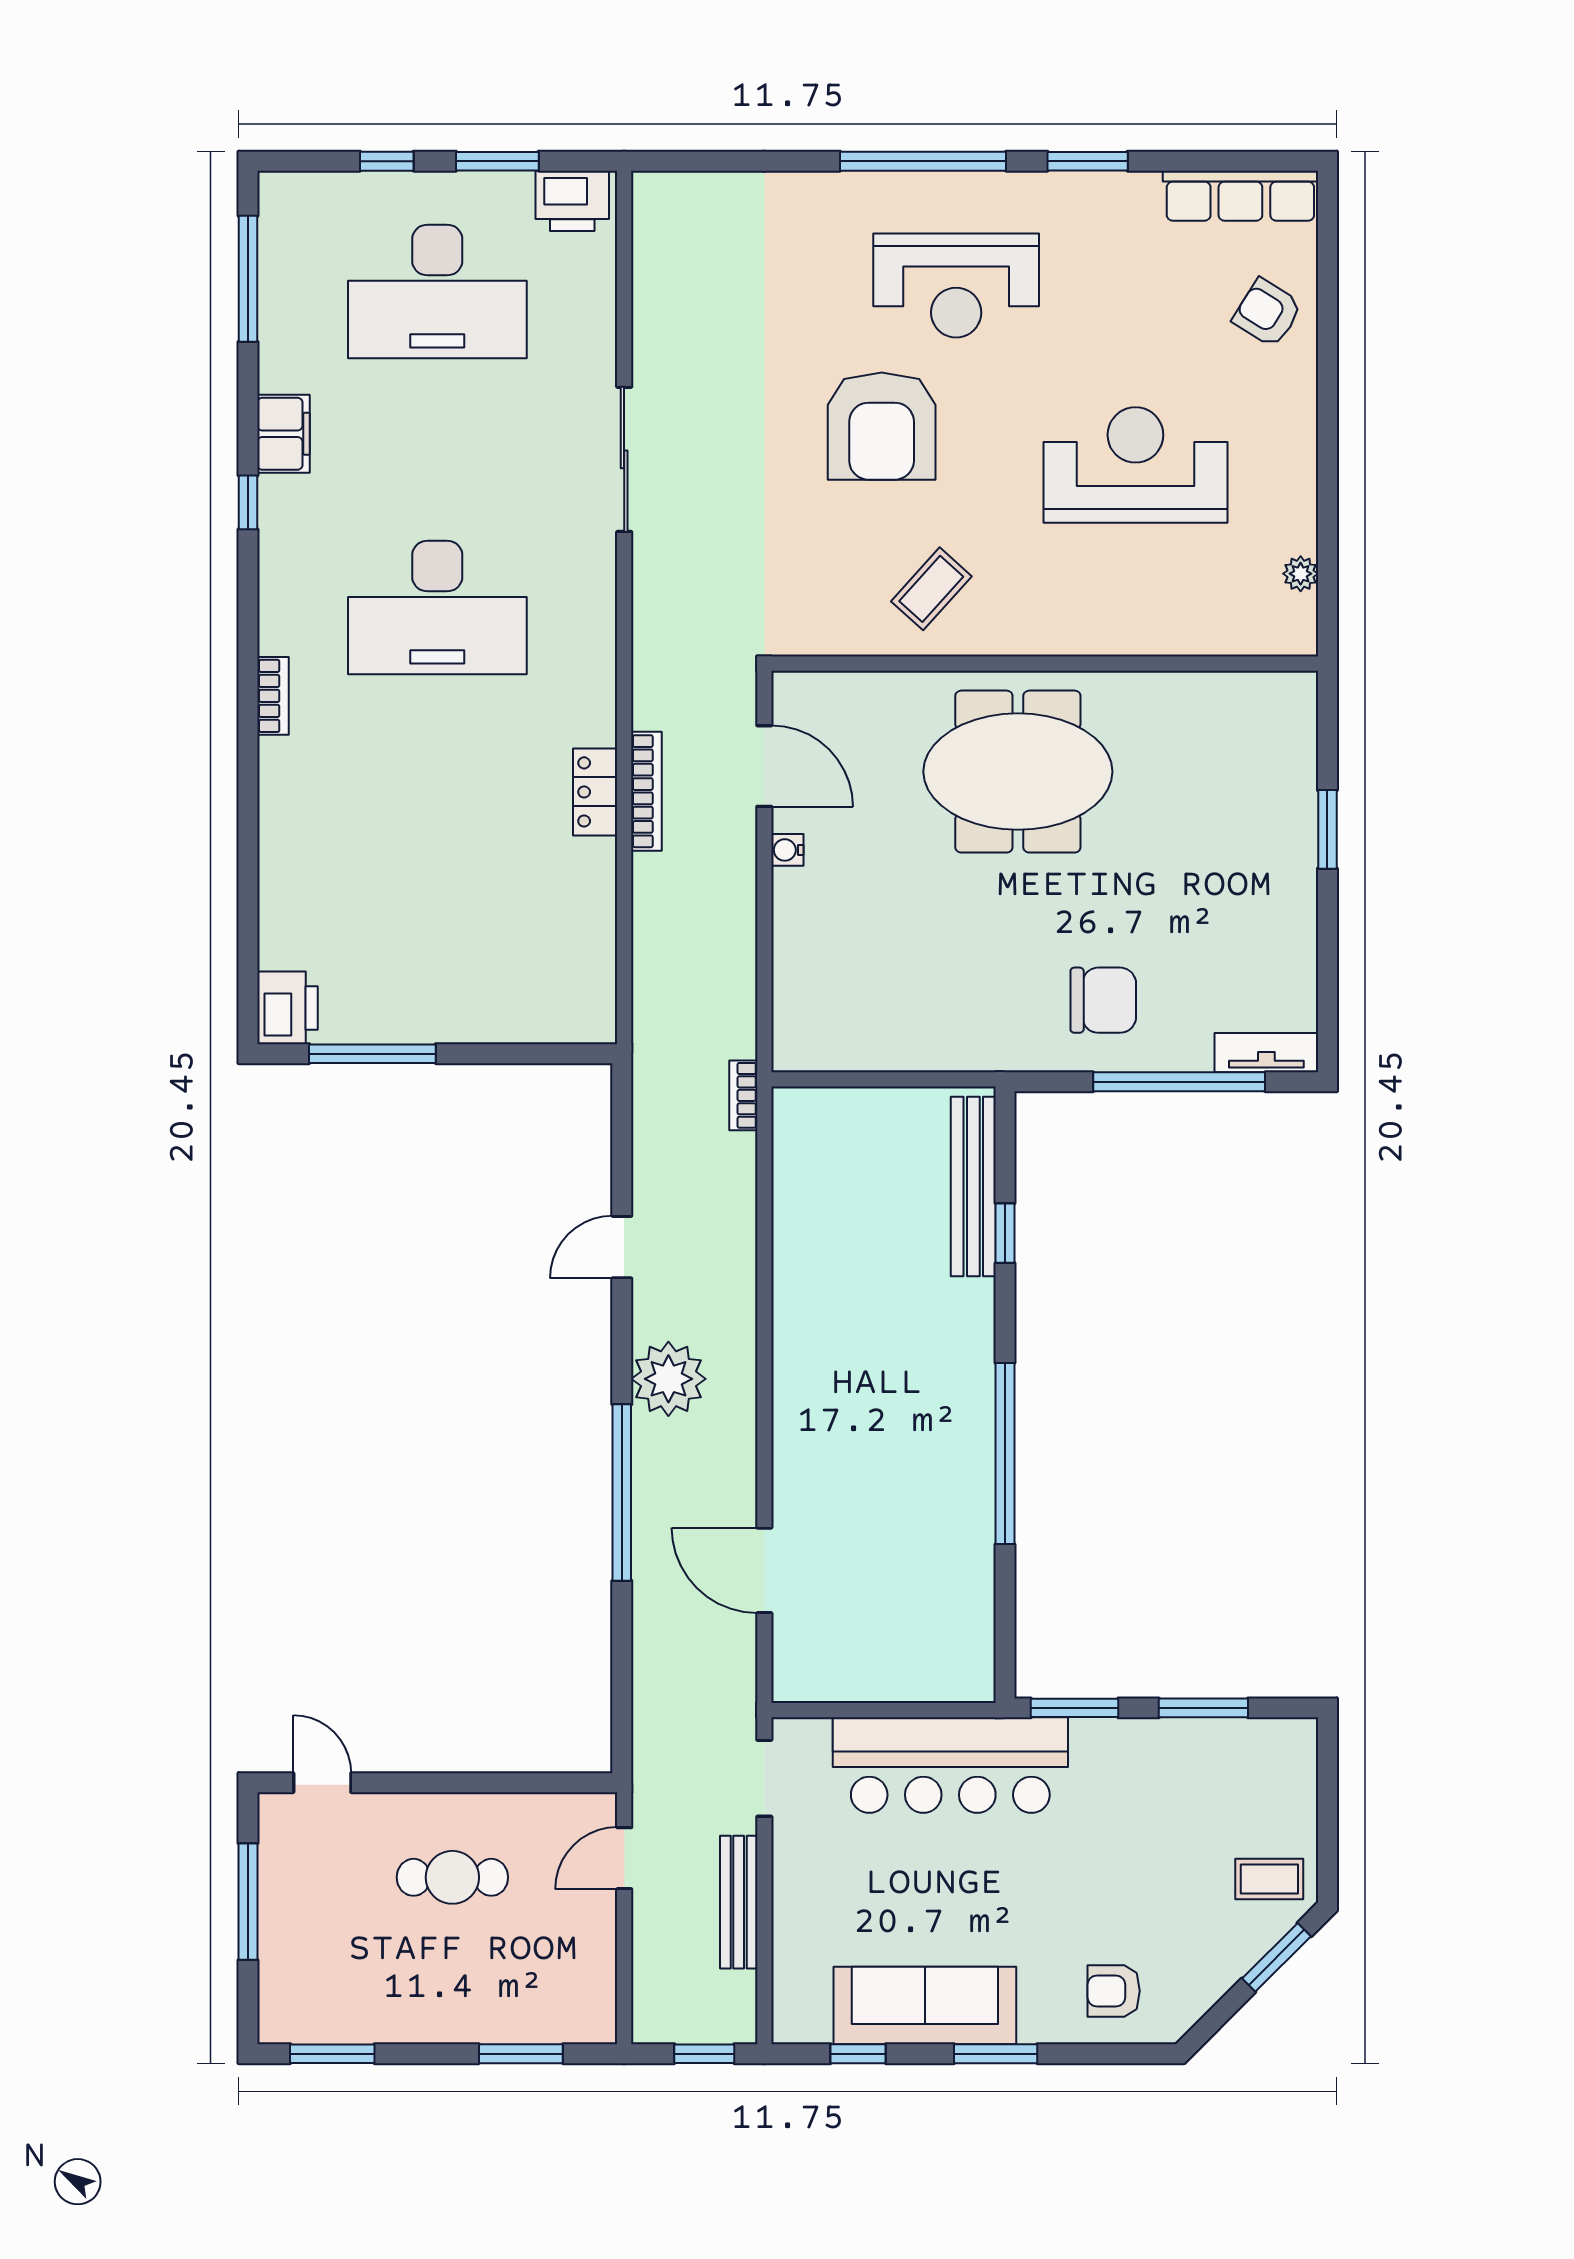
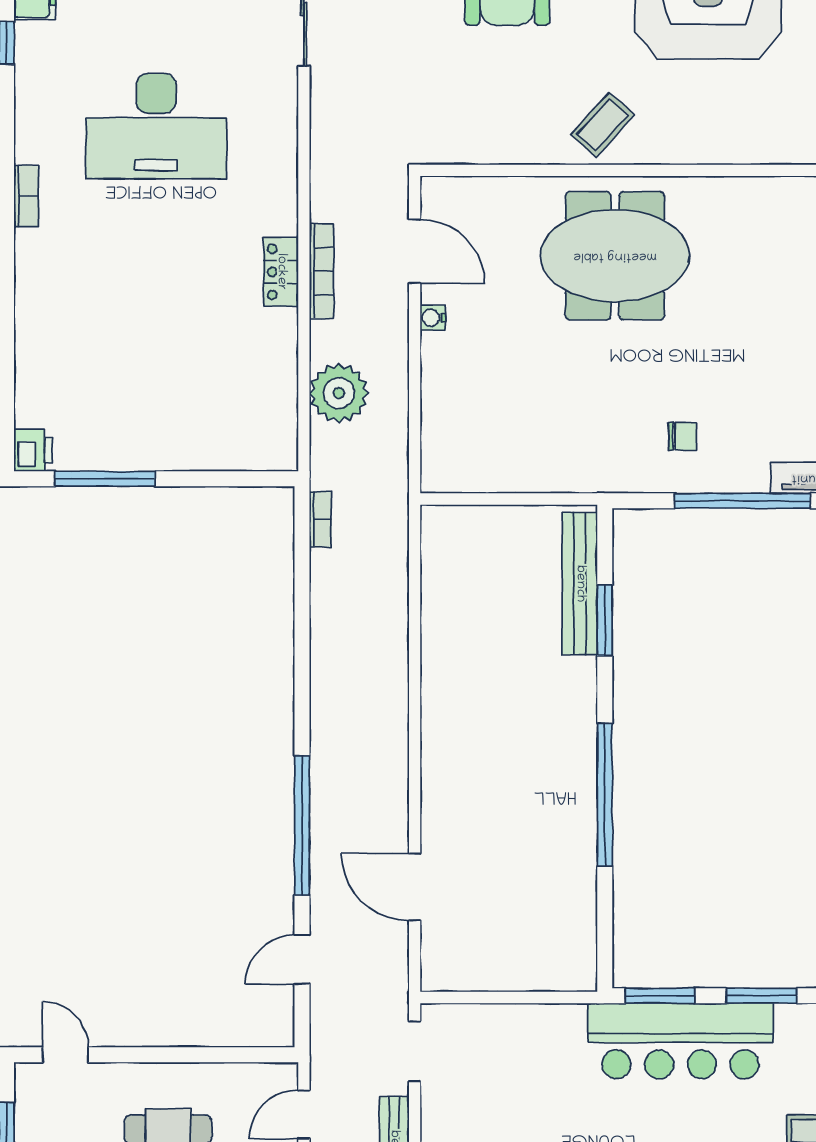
coffee table: (931, 589) -> (603, 125), moved
chair: (1103, 1000) -> (682, 436), width x0.54, depth x0.54
printer: (288, 1008) -> (33, 450), width x0.73, depth x0.81
bookcase: (743, 1095) -> (320, 519), moved, turned 180
window: (1005, 1233) -> (605, 620), width x1.50
door: (622, 1247) -> (302, 959), moved
plant: (668, 1379) -> (339, 393), moved
bar counter: (950, 1765) -> (681, 1041), moved

